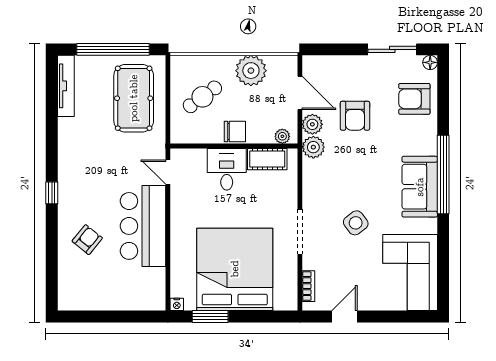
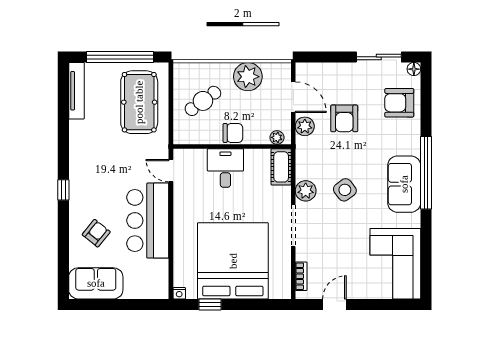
plant: (313, 147) -> (306, 191), moved
cot: (267, 159) -> (281, 167), moved, turned 90
side table: (356, 223) -> (345, 190), moved
sofa: (87, 294) -> (96, 283), added
window: (210, 316) -> (210, 304), width x0.67

